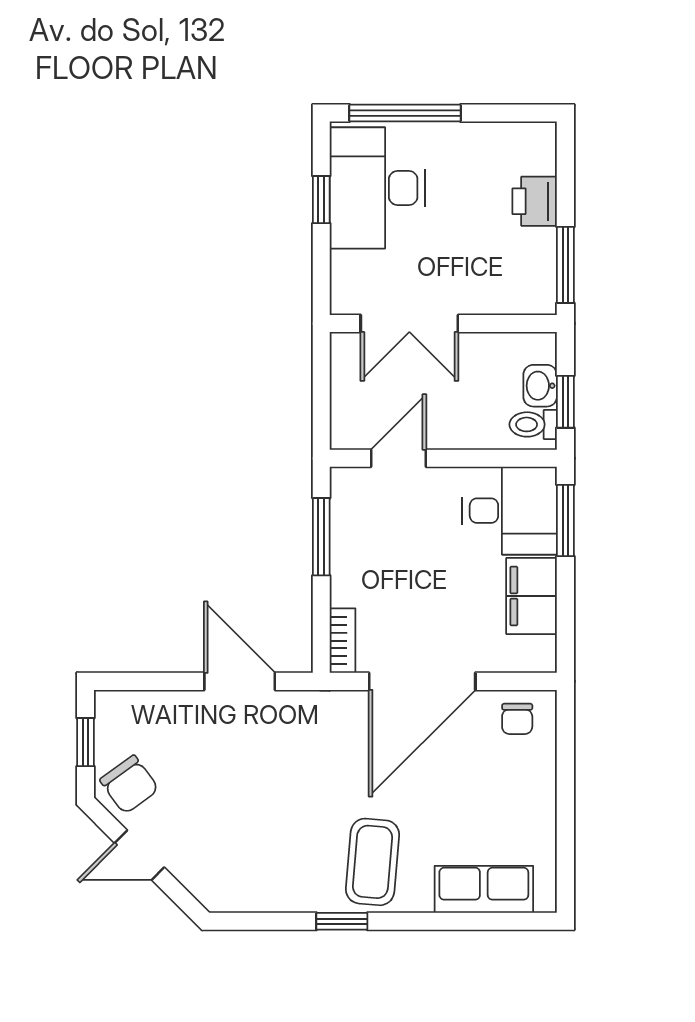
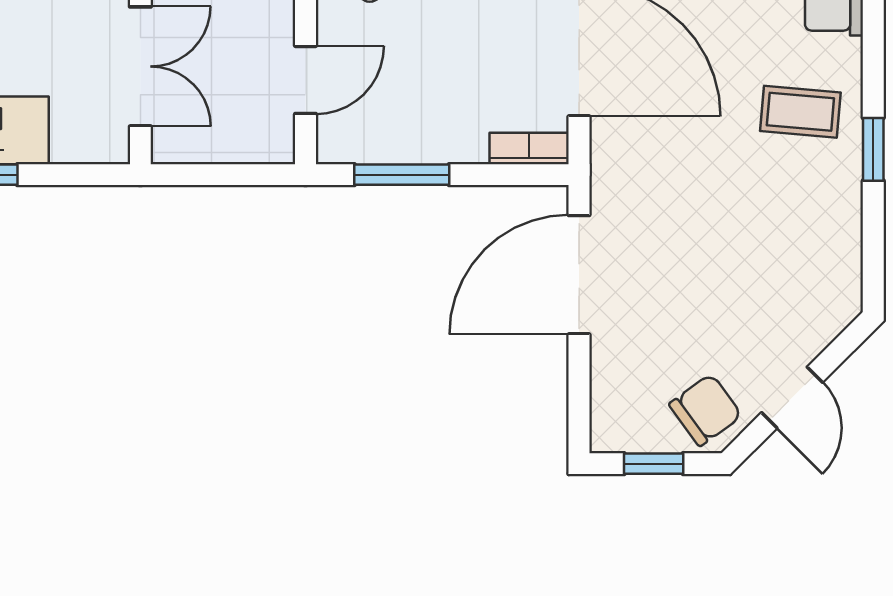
door: (398, 458) -> (306, 80), swing flipped
door: (240, 681) -> (579, 275), width x1.36
coffee table: (372, 862) -> (800, 112), width x0.73, depth x0.77

